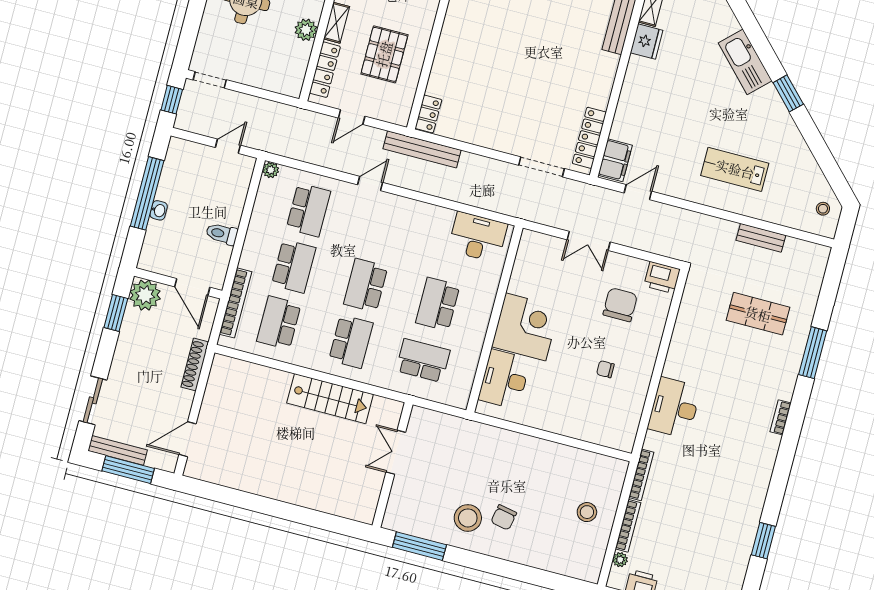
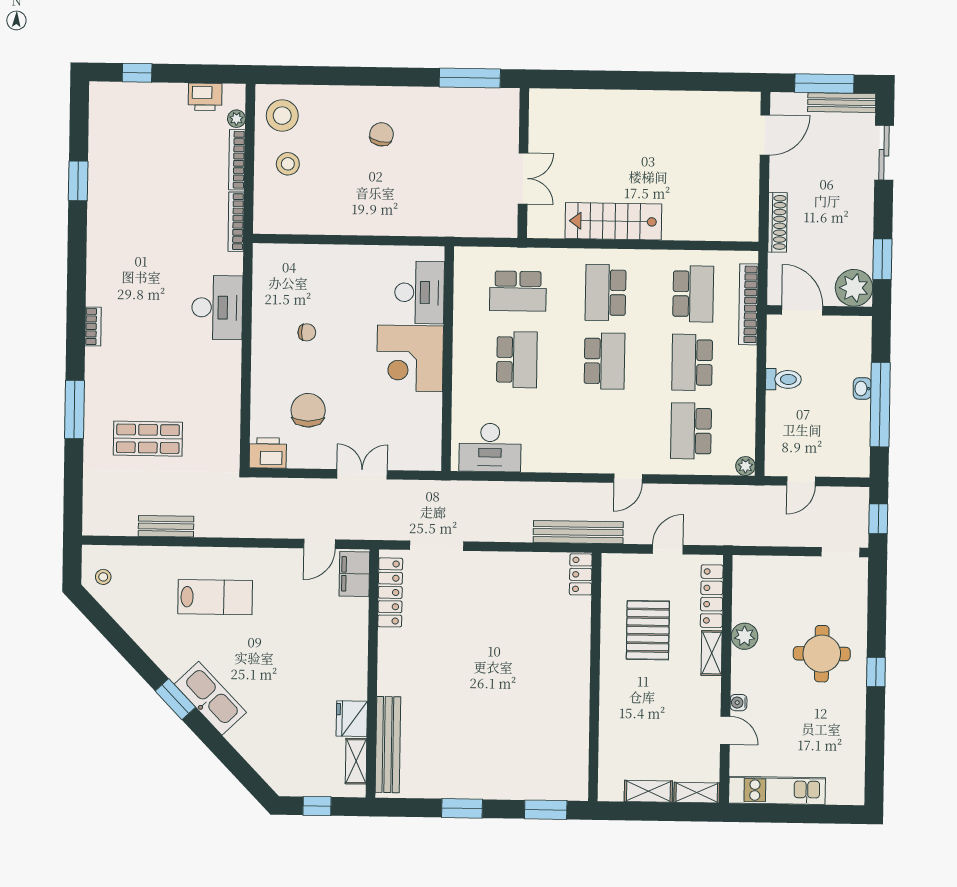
kitchen sink: (745, 62) -> (210, 698), moved
chair: (620, 305) -> (308, 410), turned 180
stool: (468, 518) -> (282, 116), moved

